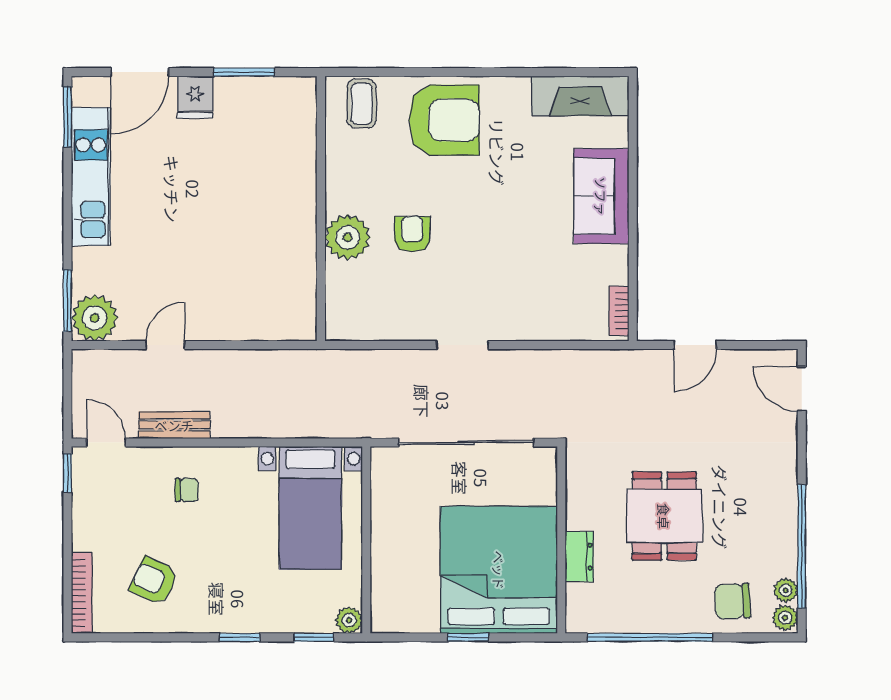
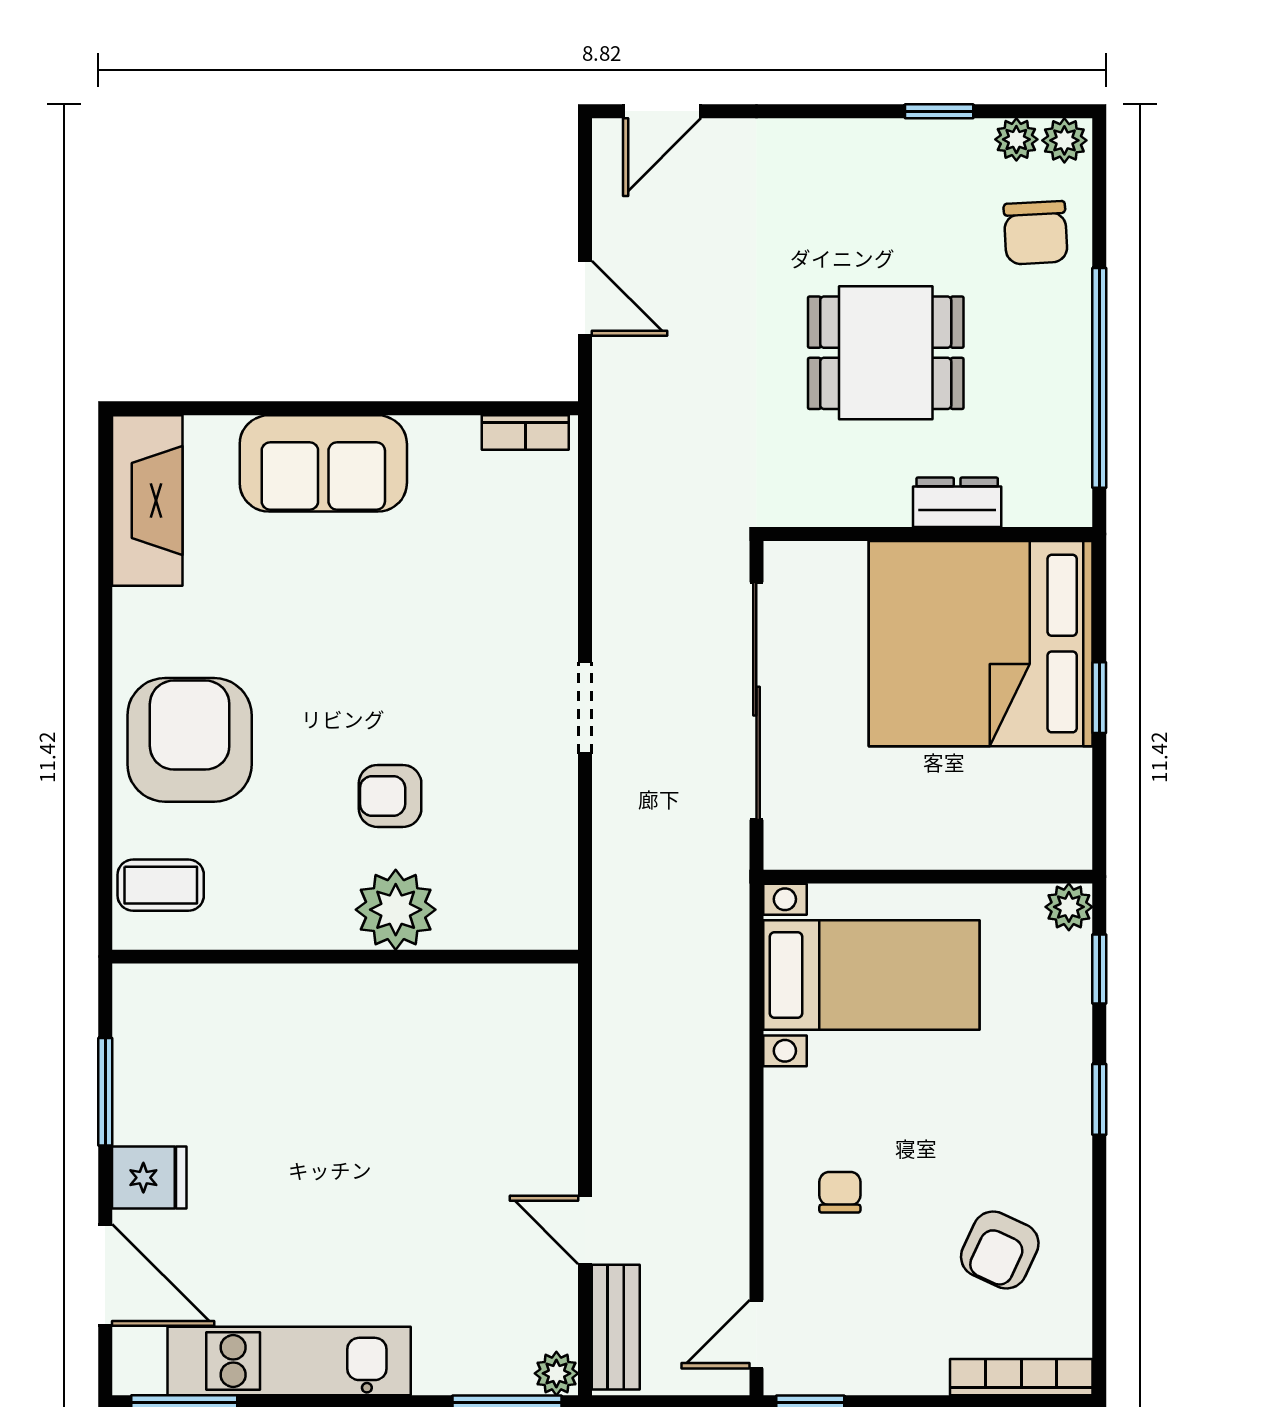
plant: (95, 318) -> (556, 1373), width x0.53, depth x0.53
bench: (174, 425) -> (616, 1327), moved
window: (802, 546) -> (939, 111), width x0.32

